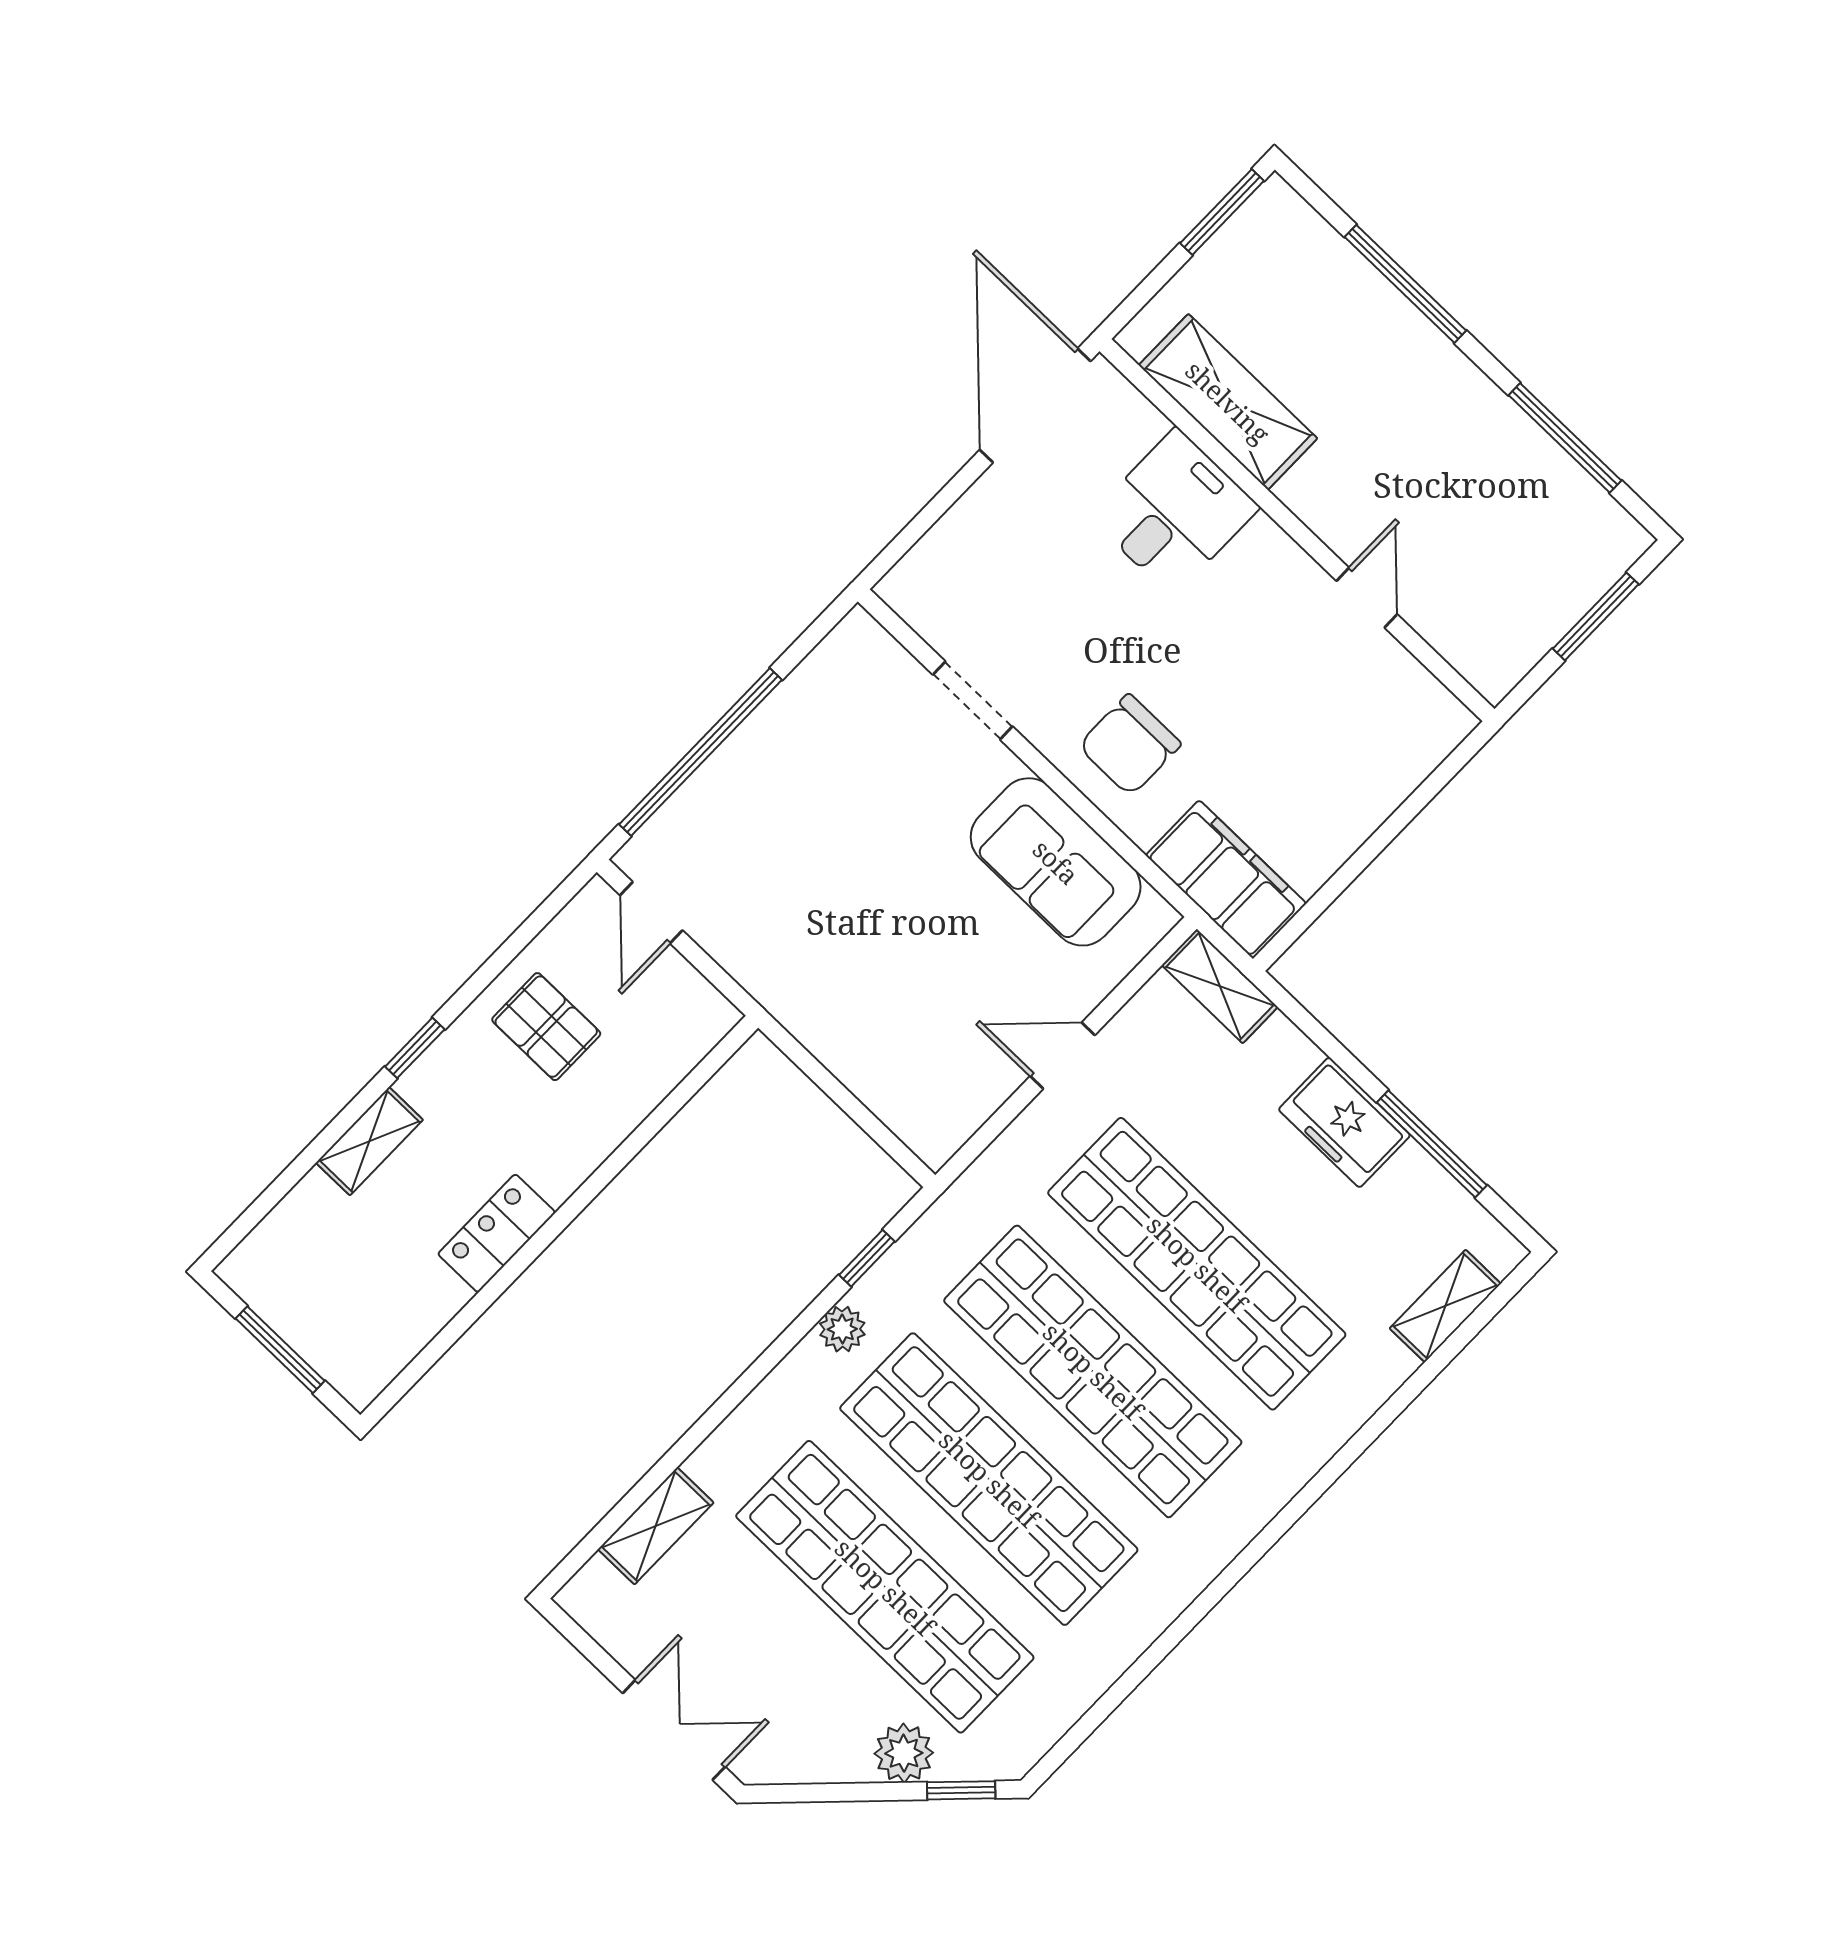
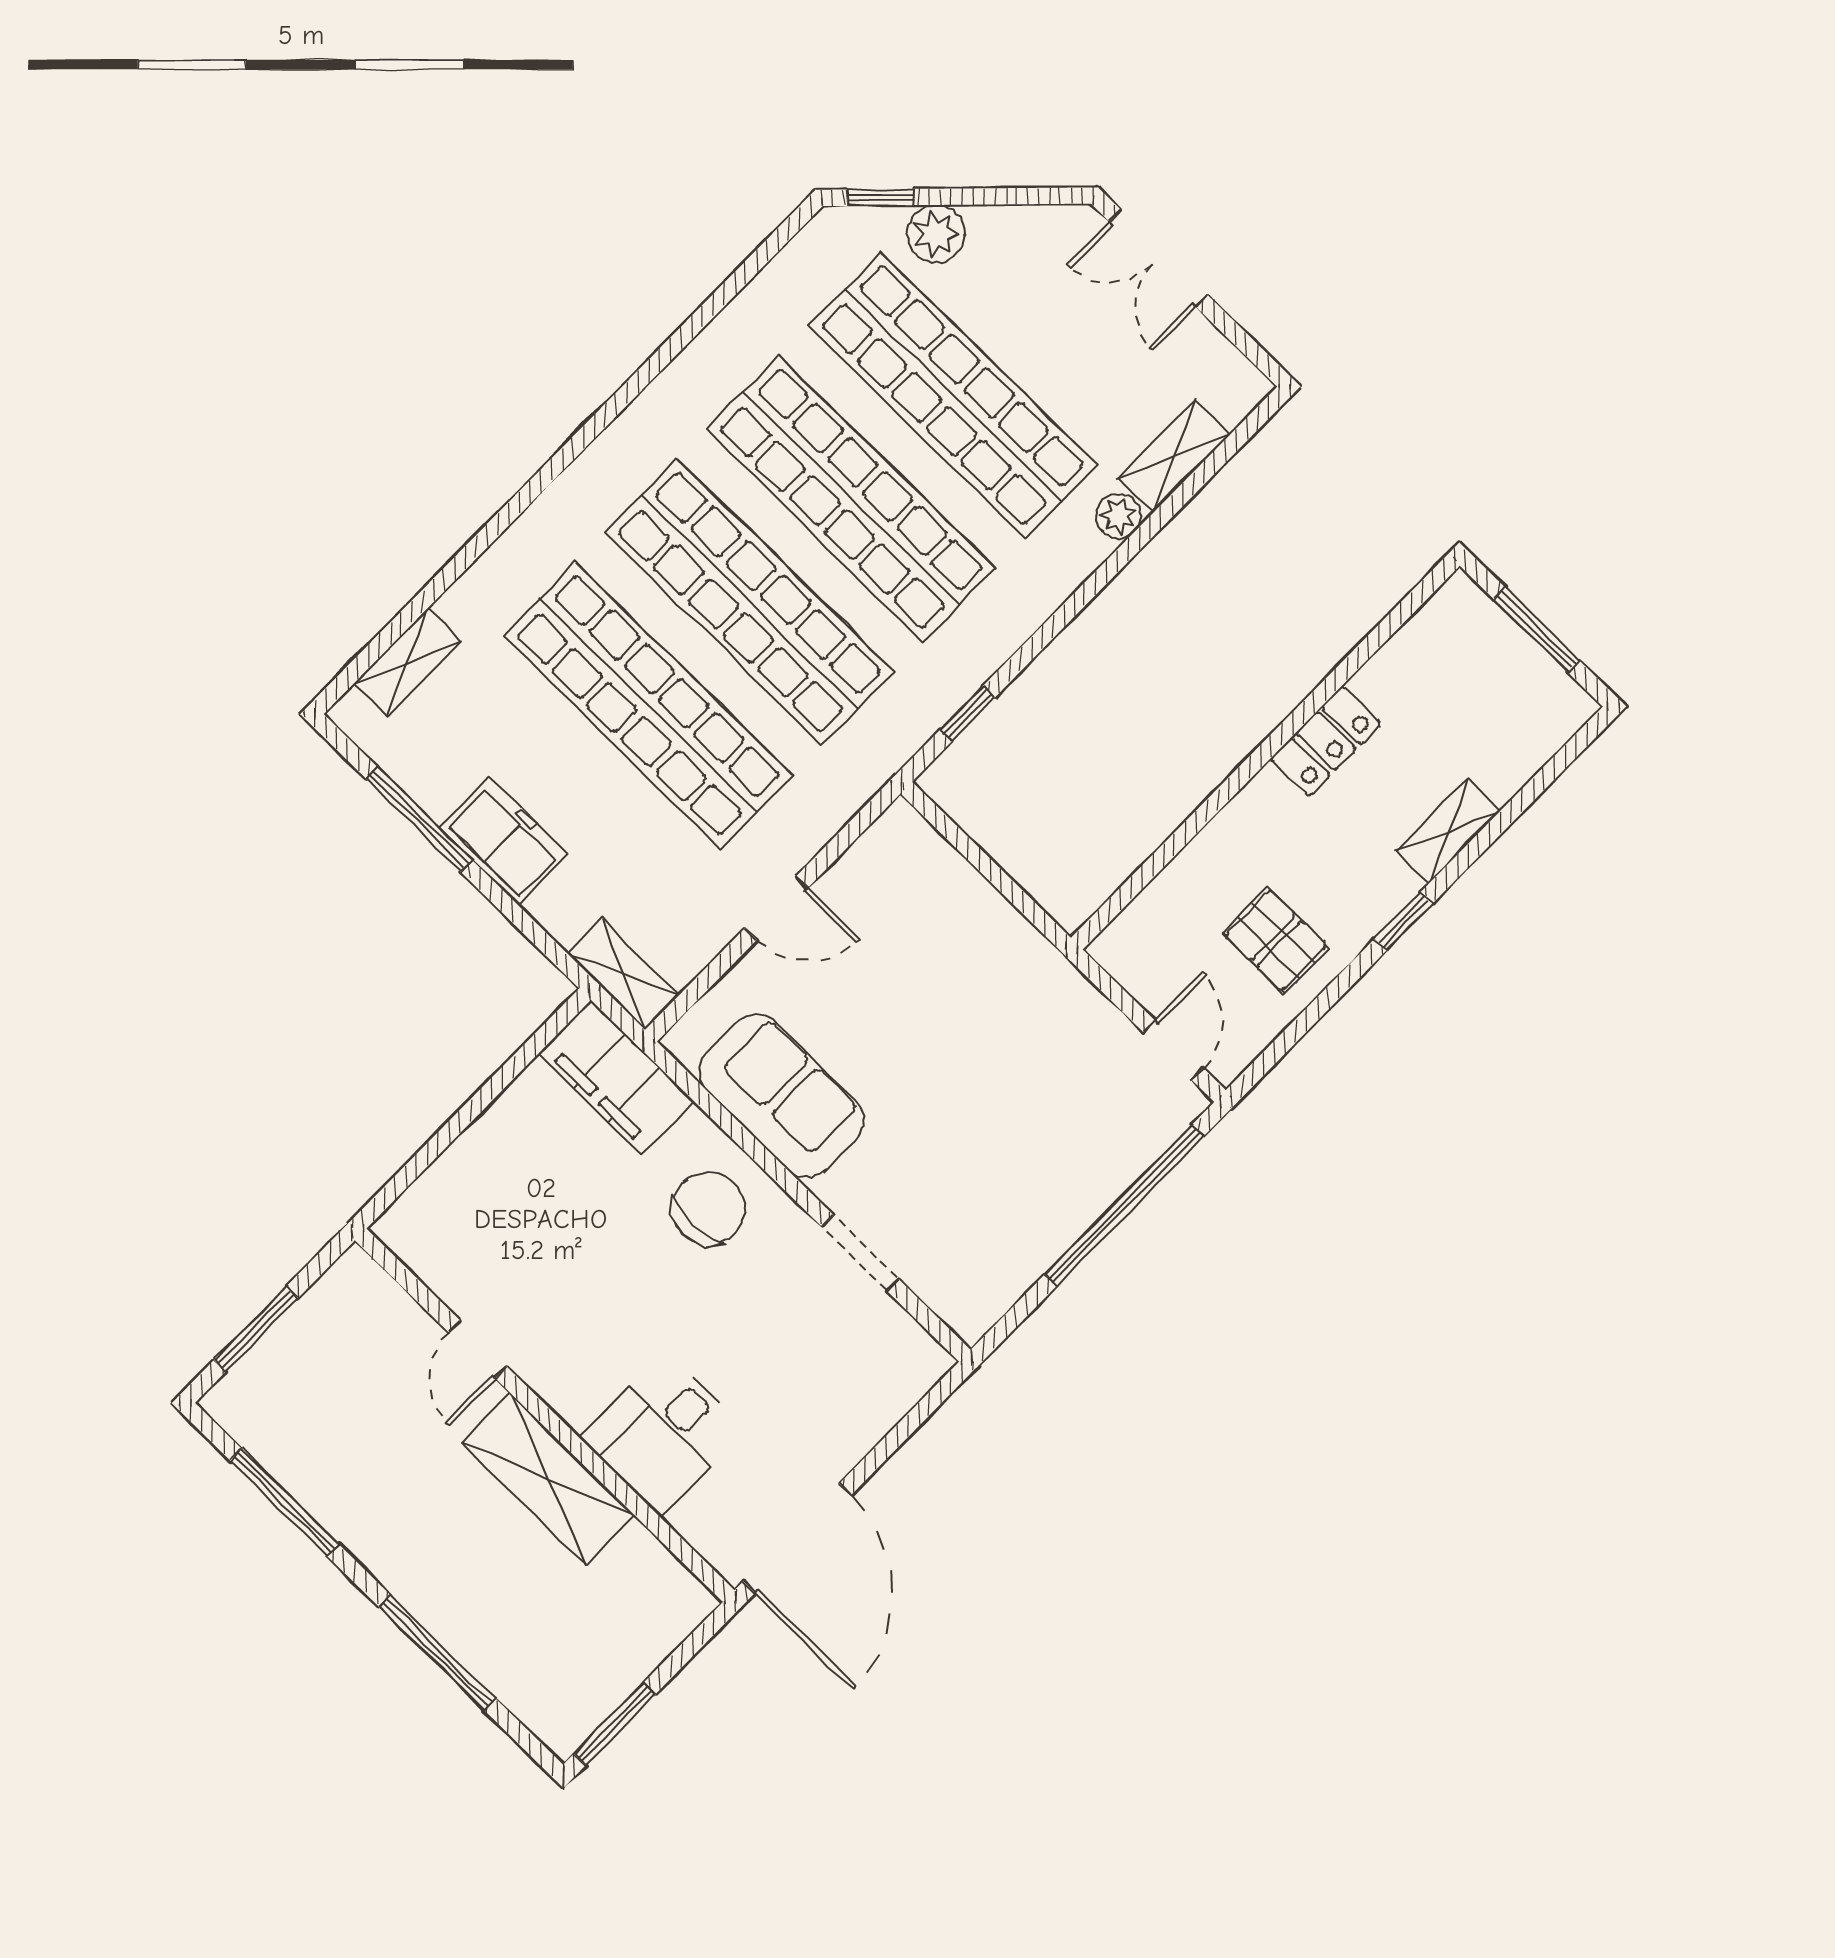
shelving: (1228, 402) -> (548, 1479), moved
plant: (842, 1329) -> (1119, 516), moved

